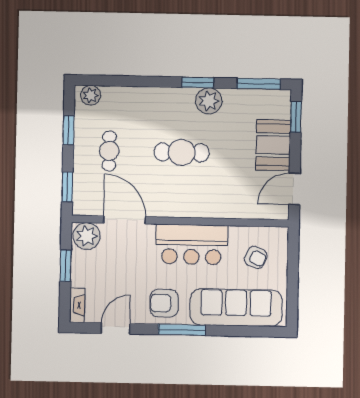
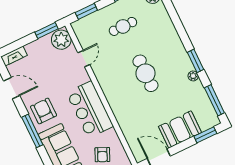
plant: (209, 101) -> (193, 76), width x0.53, depth x0.53
door: (124, 220) -> (84, 59), width x0.53
window: (66, 266) -> (46, 31), moved

